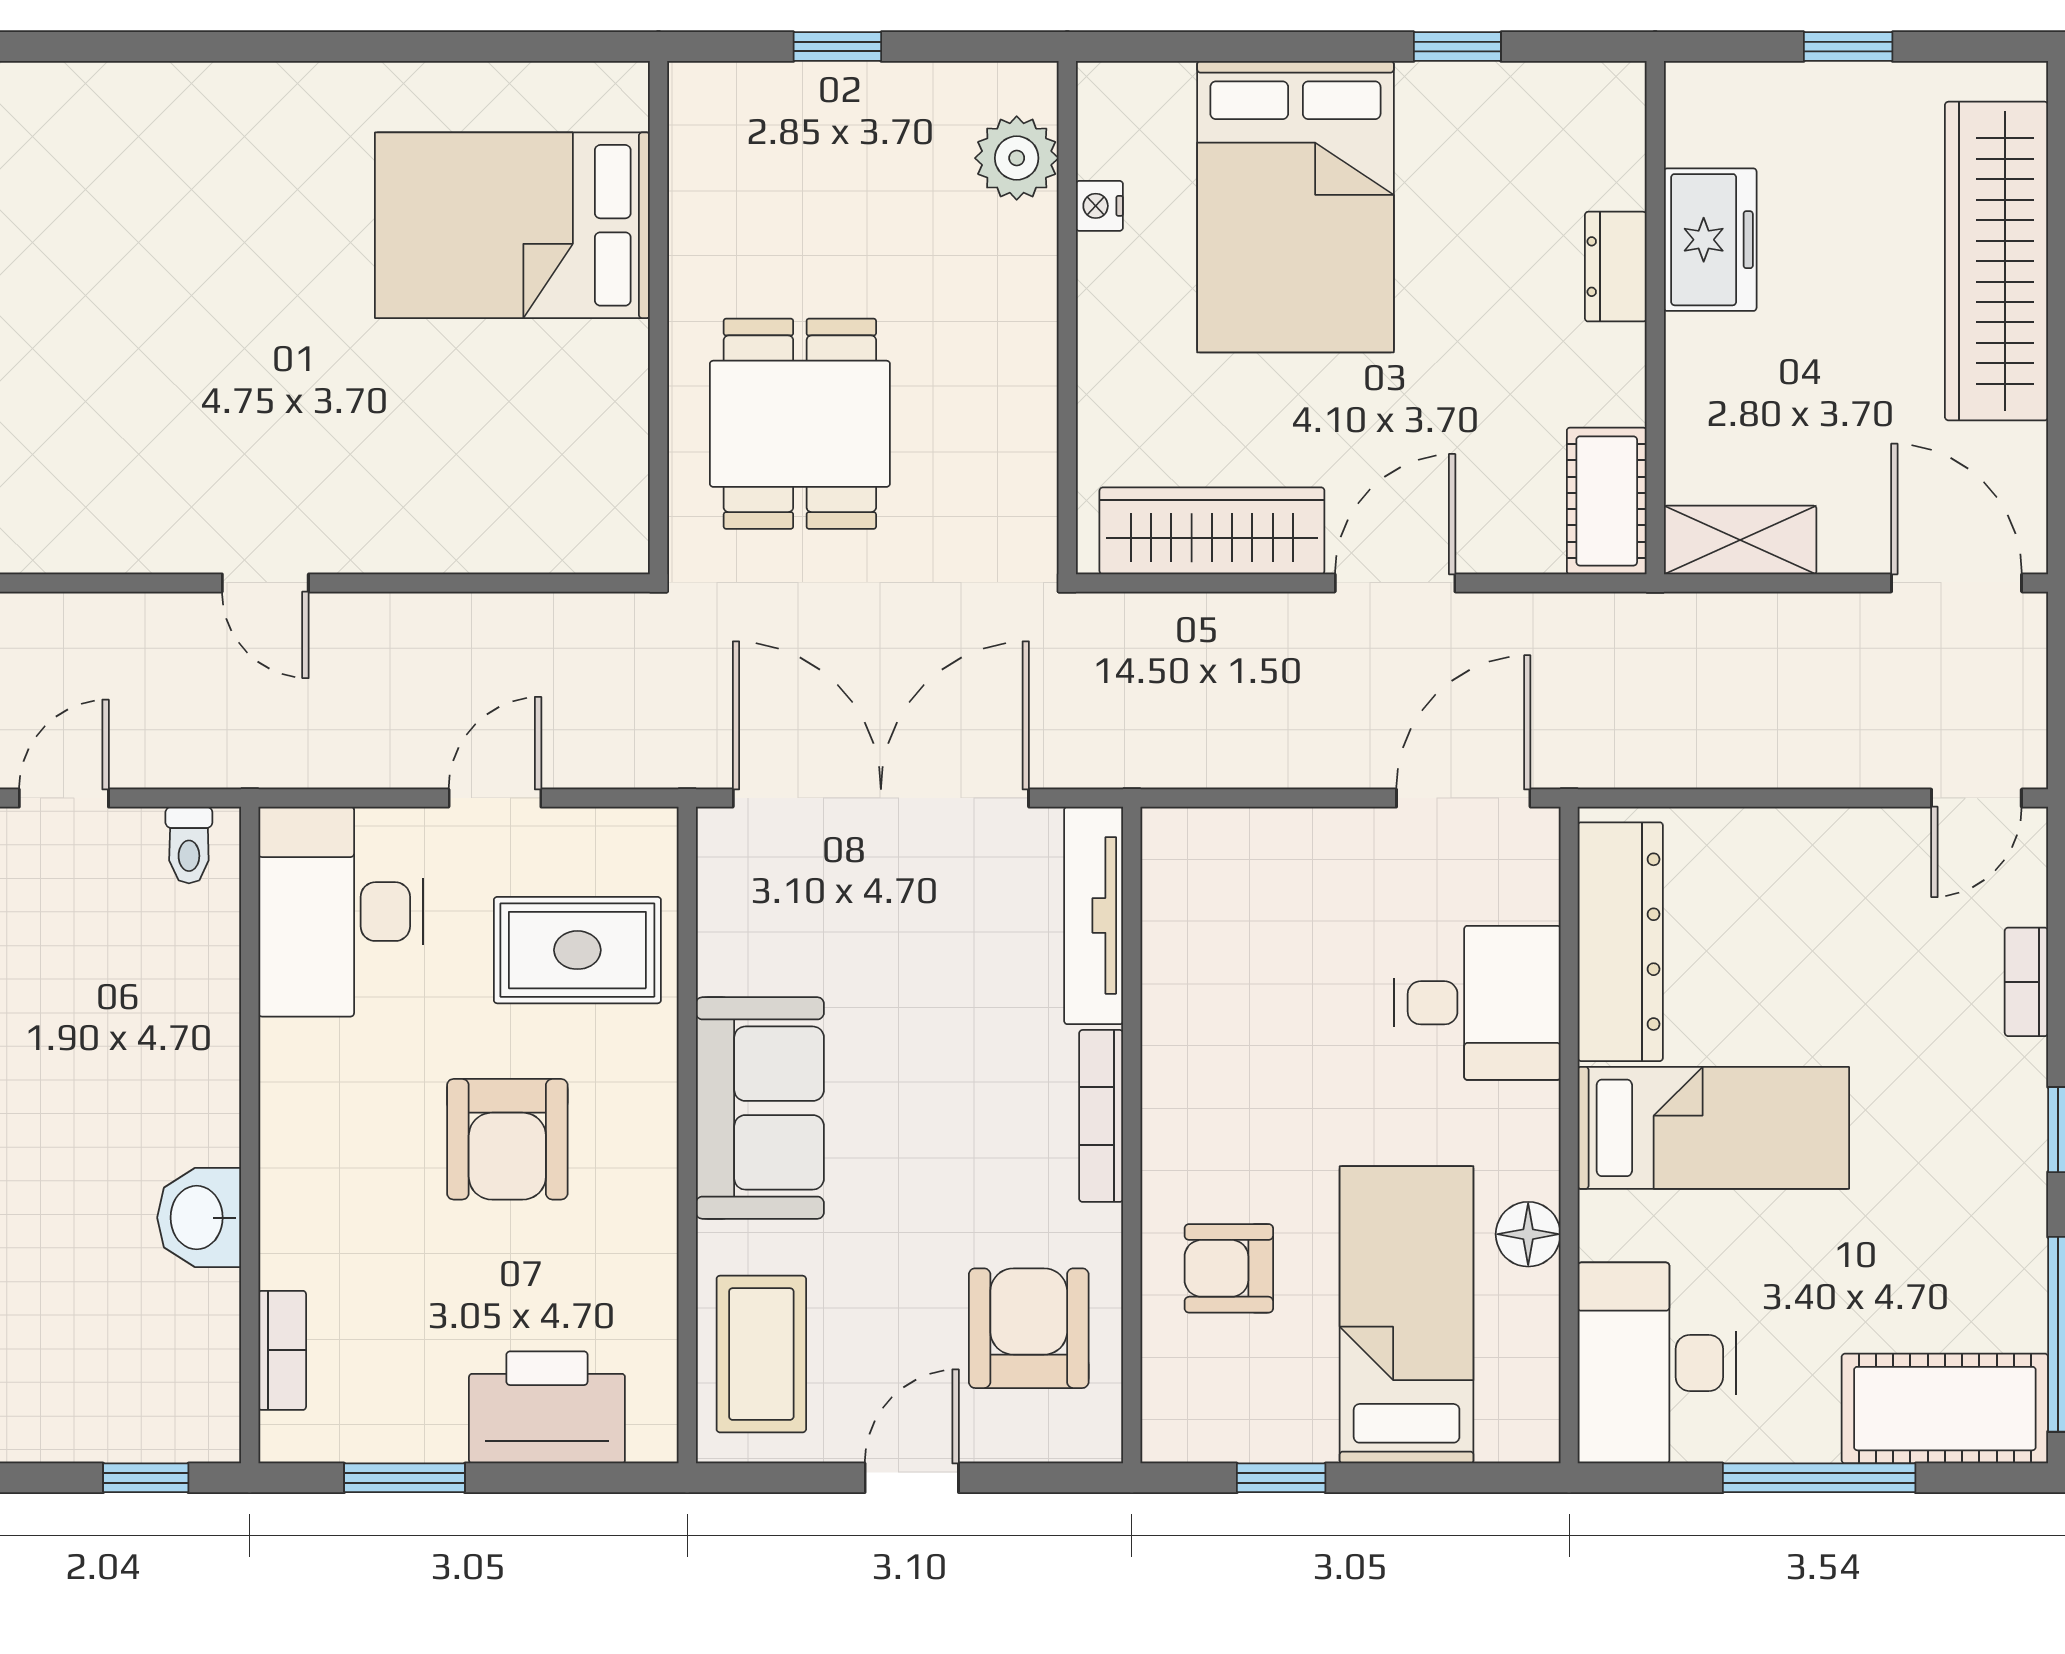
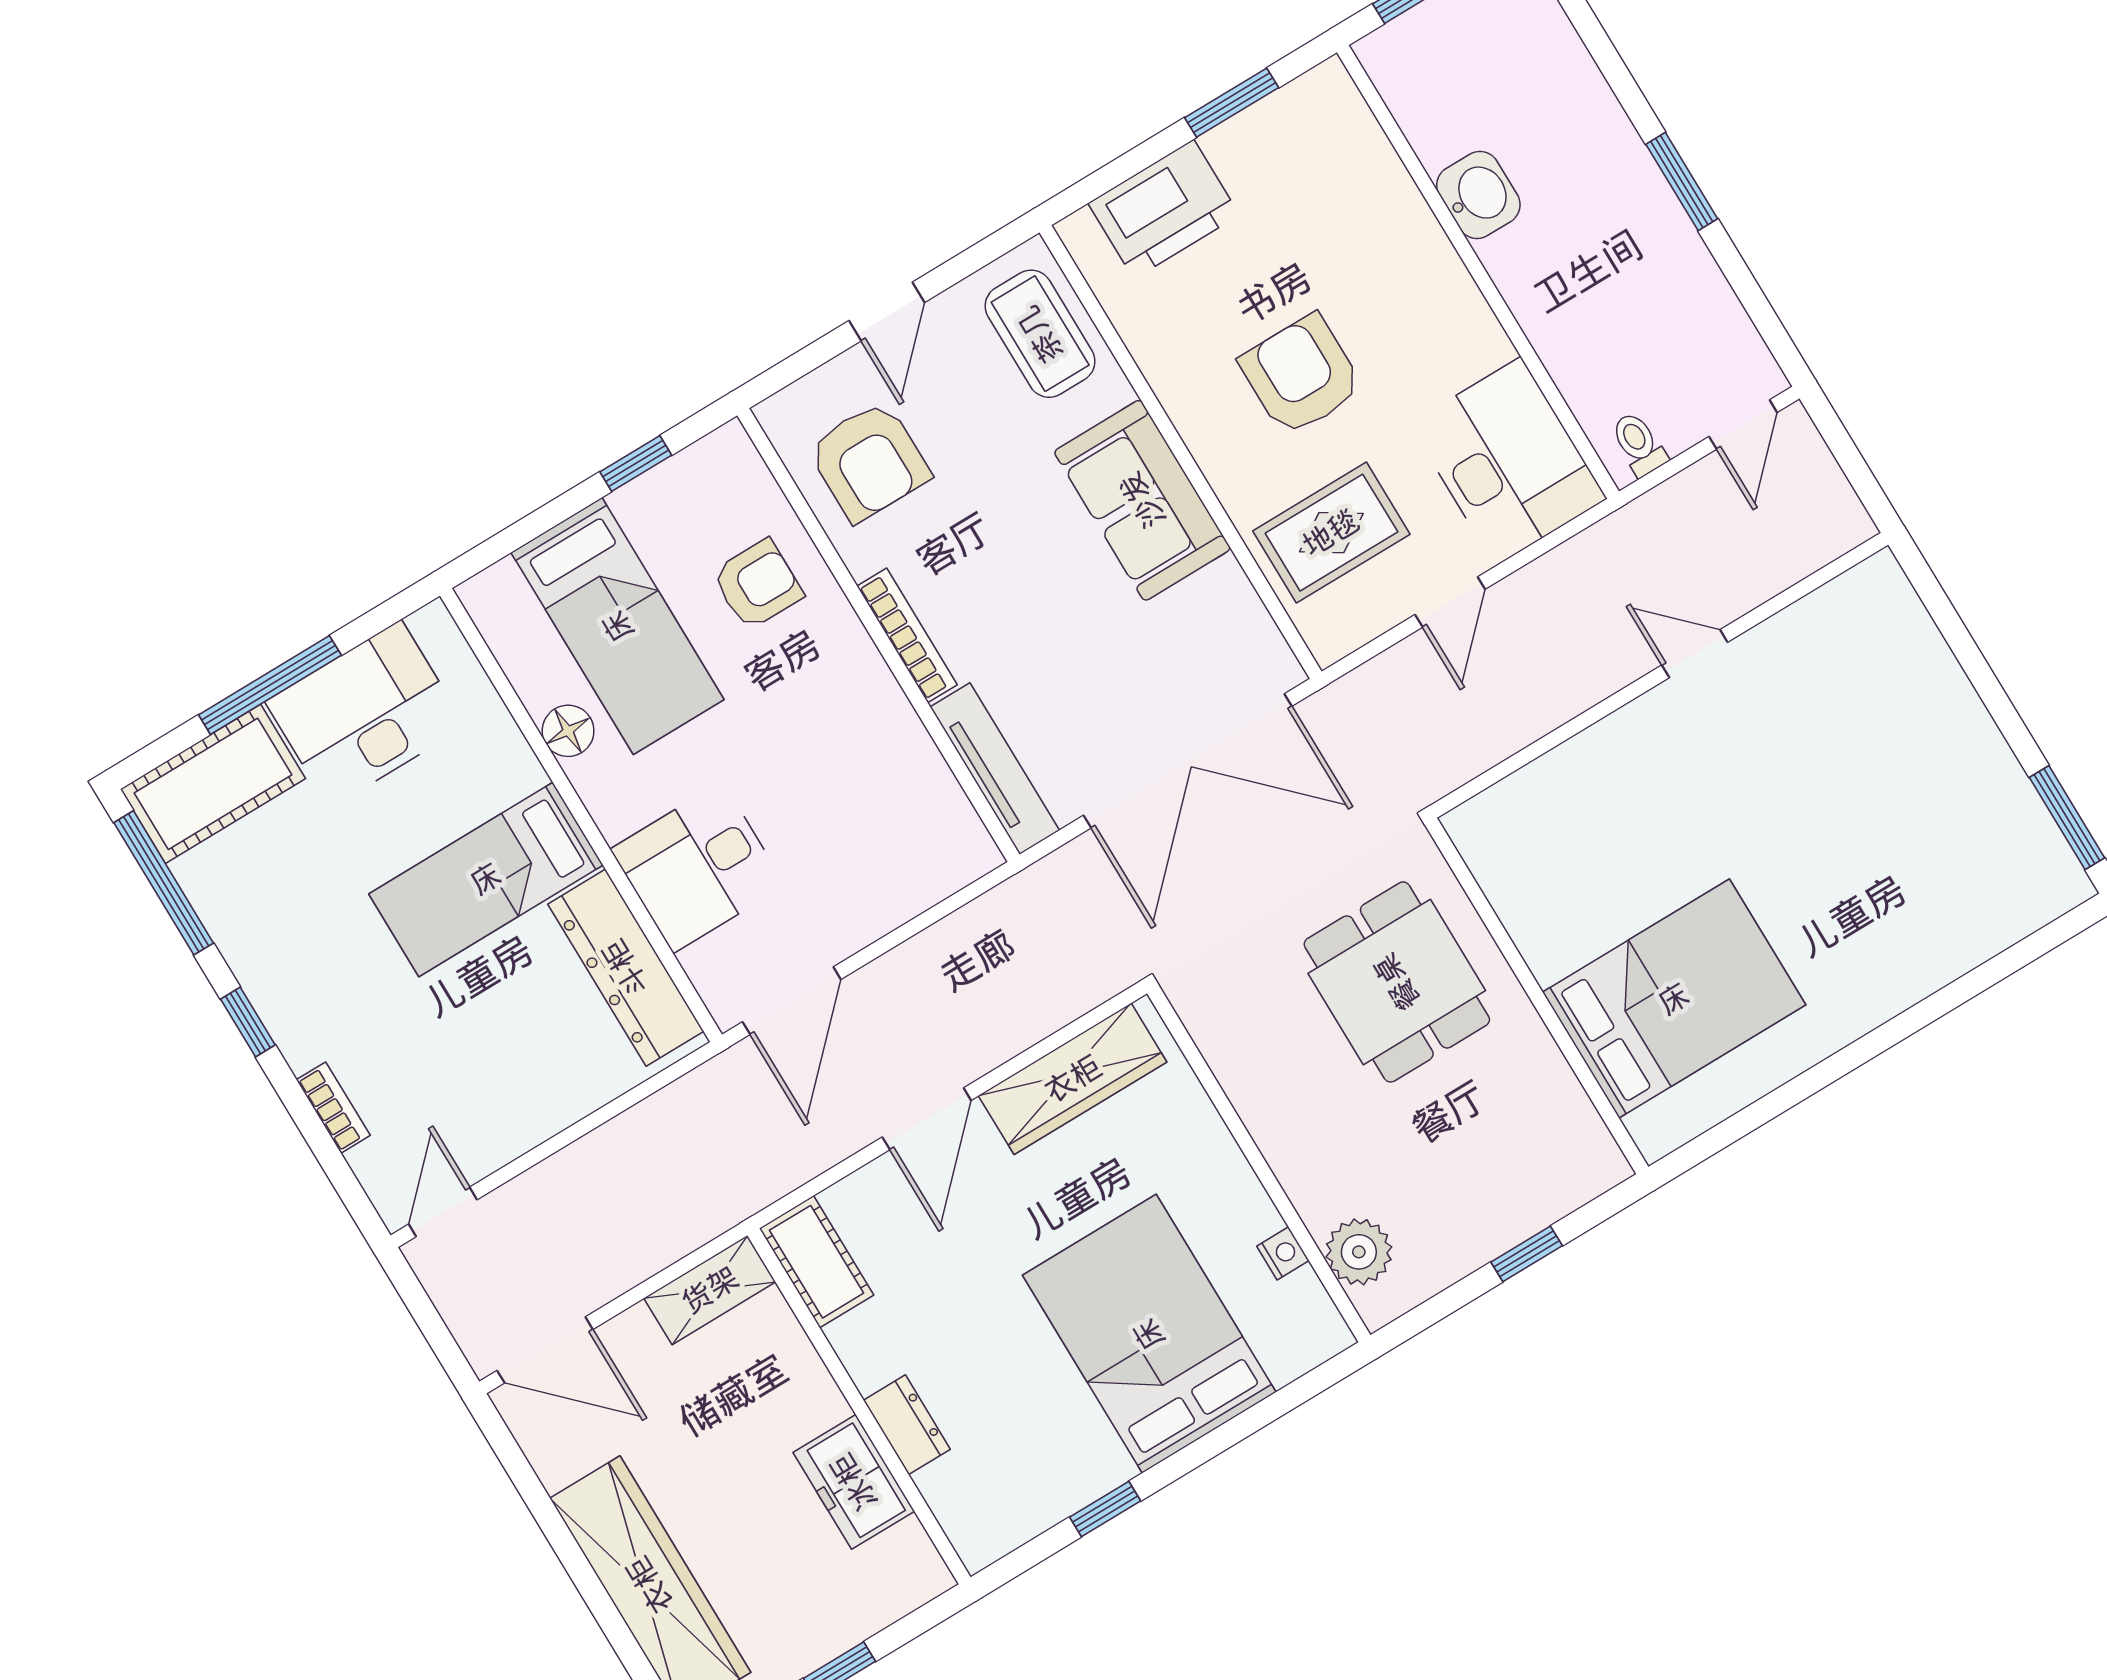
bookcase: (282, 1350) -> (1367, 139), removed
desk: (1657, 1363) -> (365, 714), moved, turned -90

